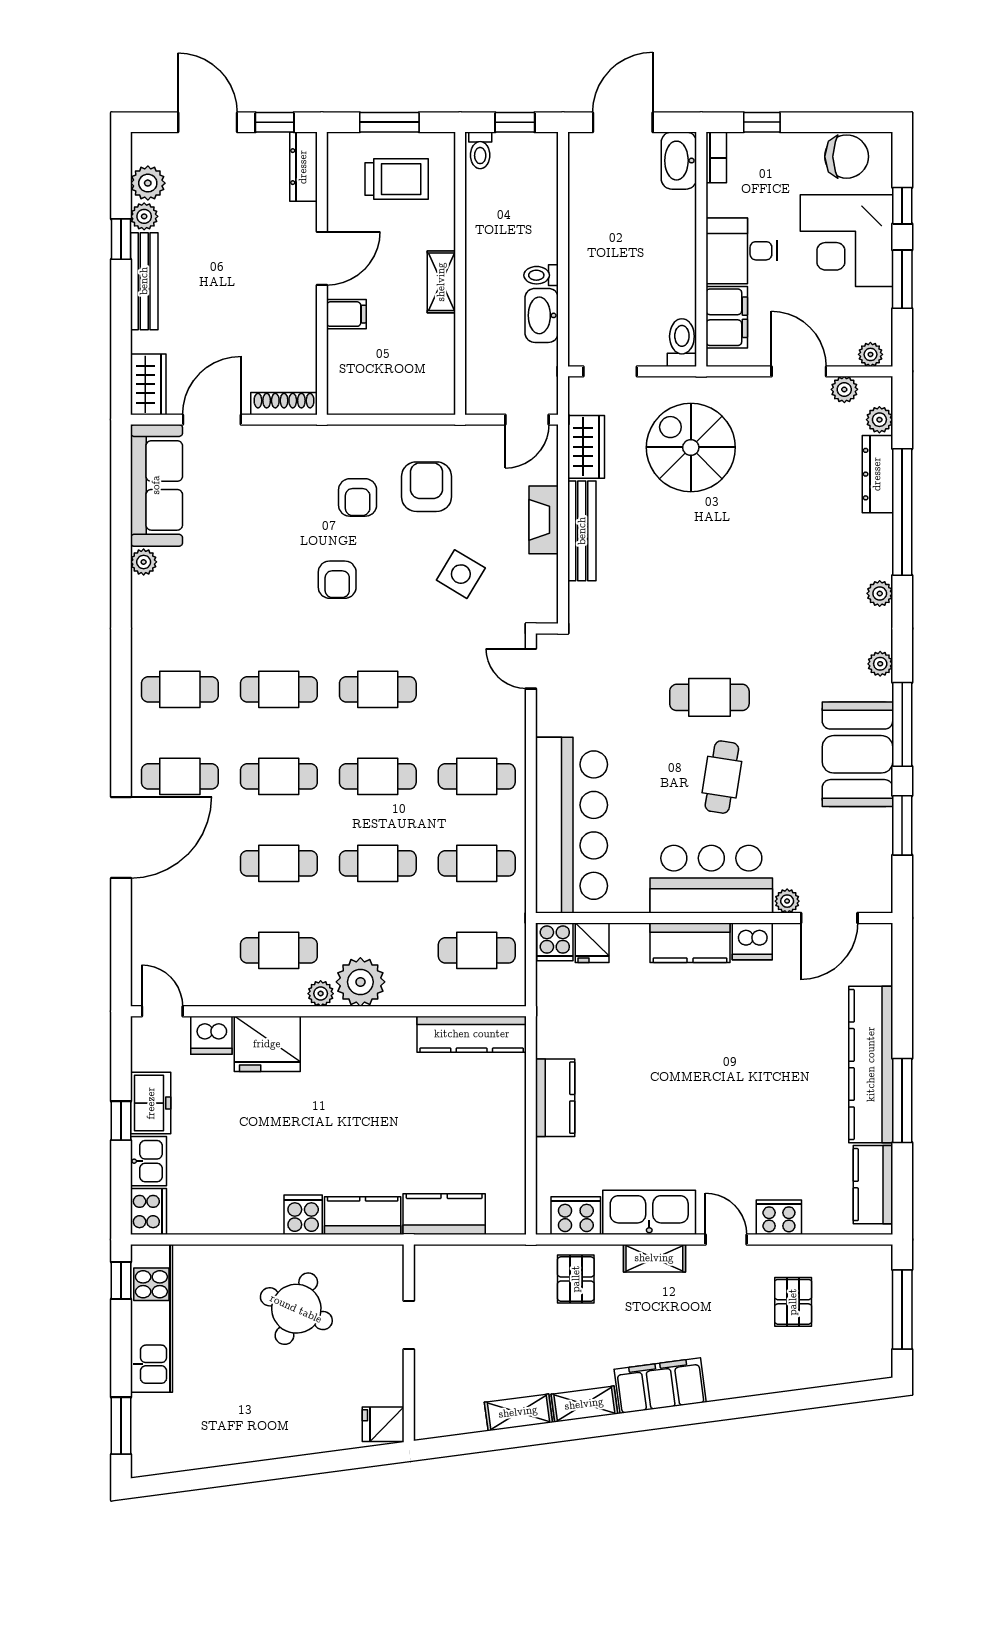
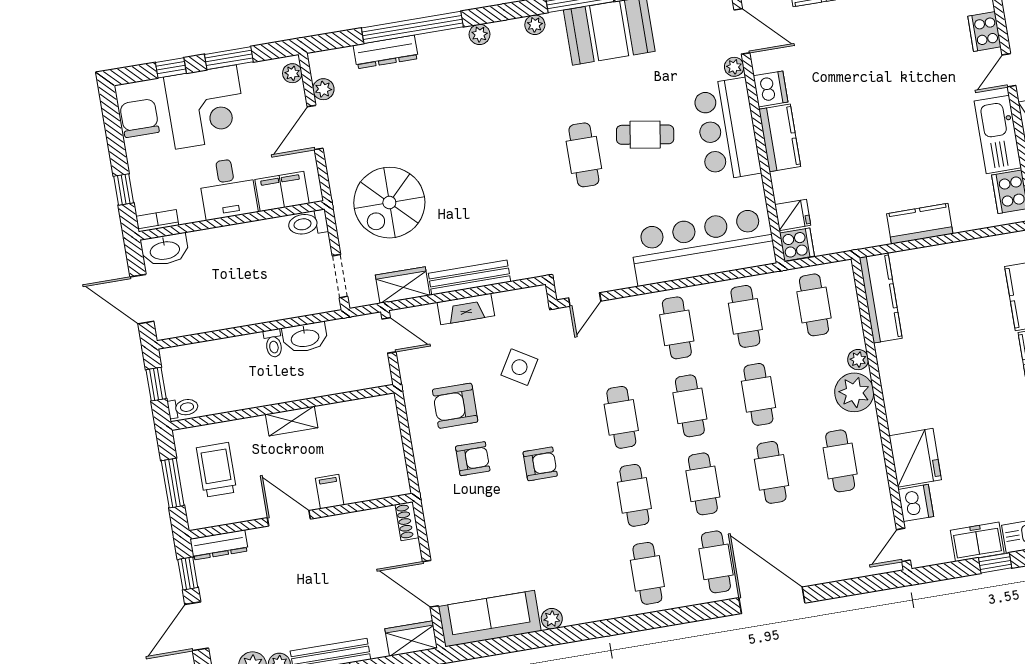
shoe rack: (284, 404) -> (407, 521), width x0.70
plant: (879, 420) -> (343, 58), removed
plant: (321, 994) -> (858, 360), moved

